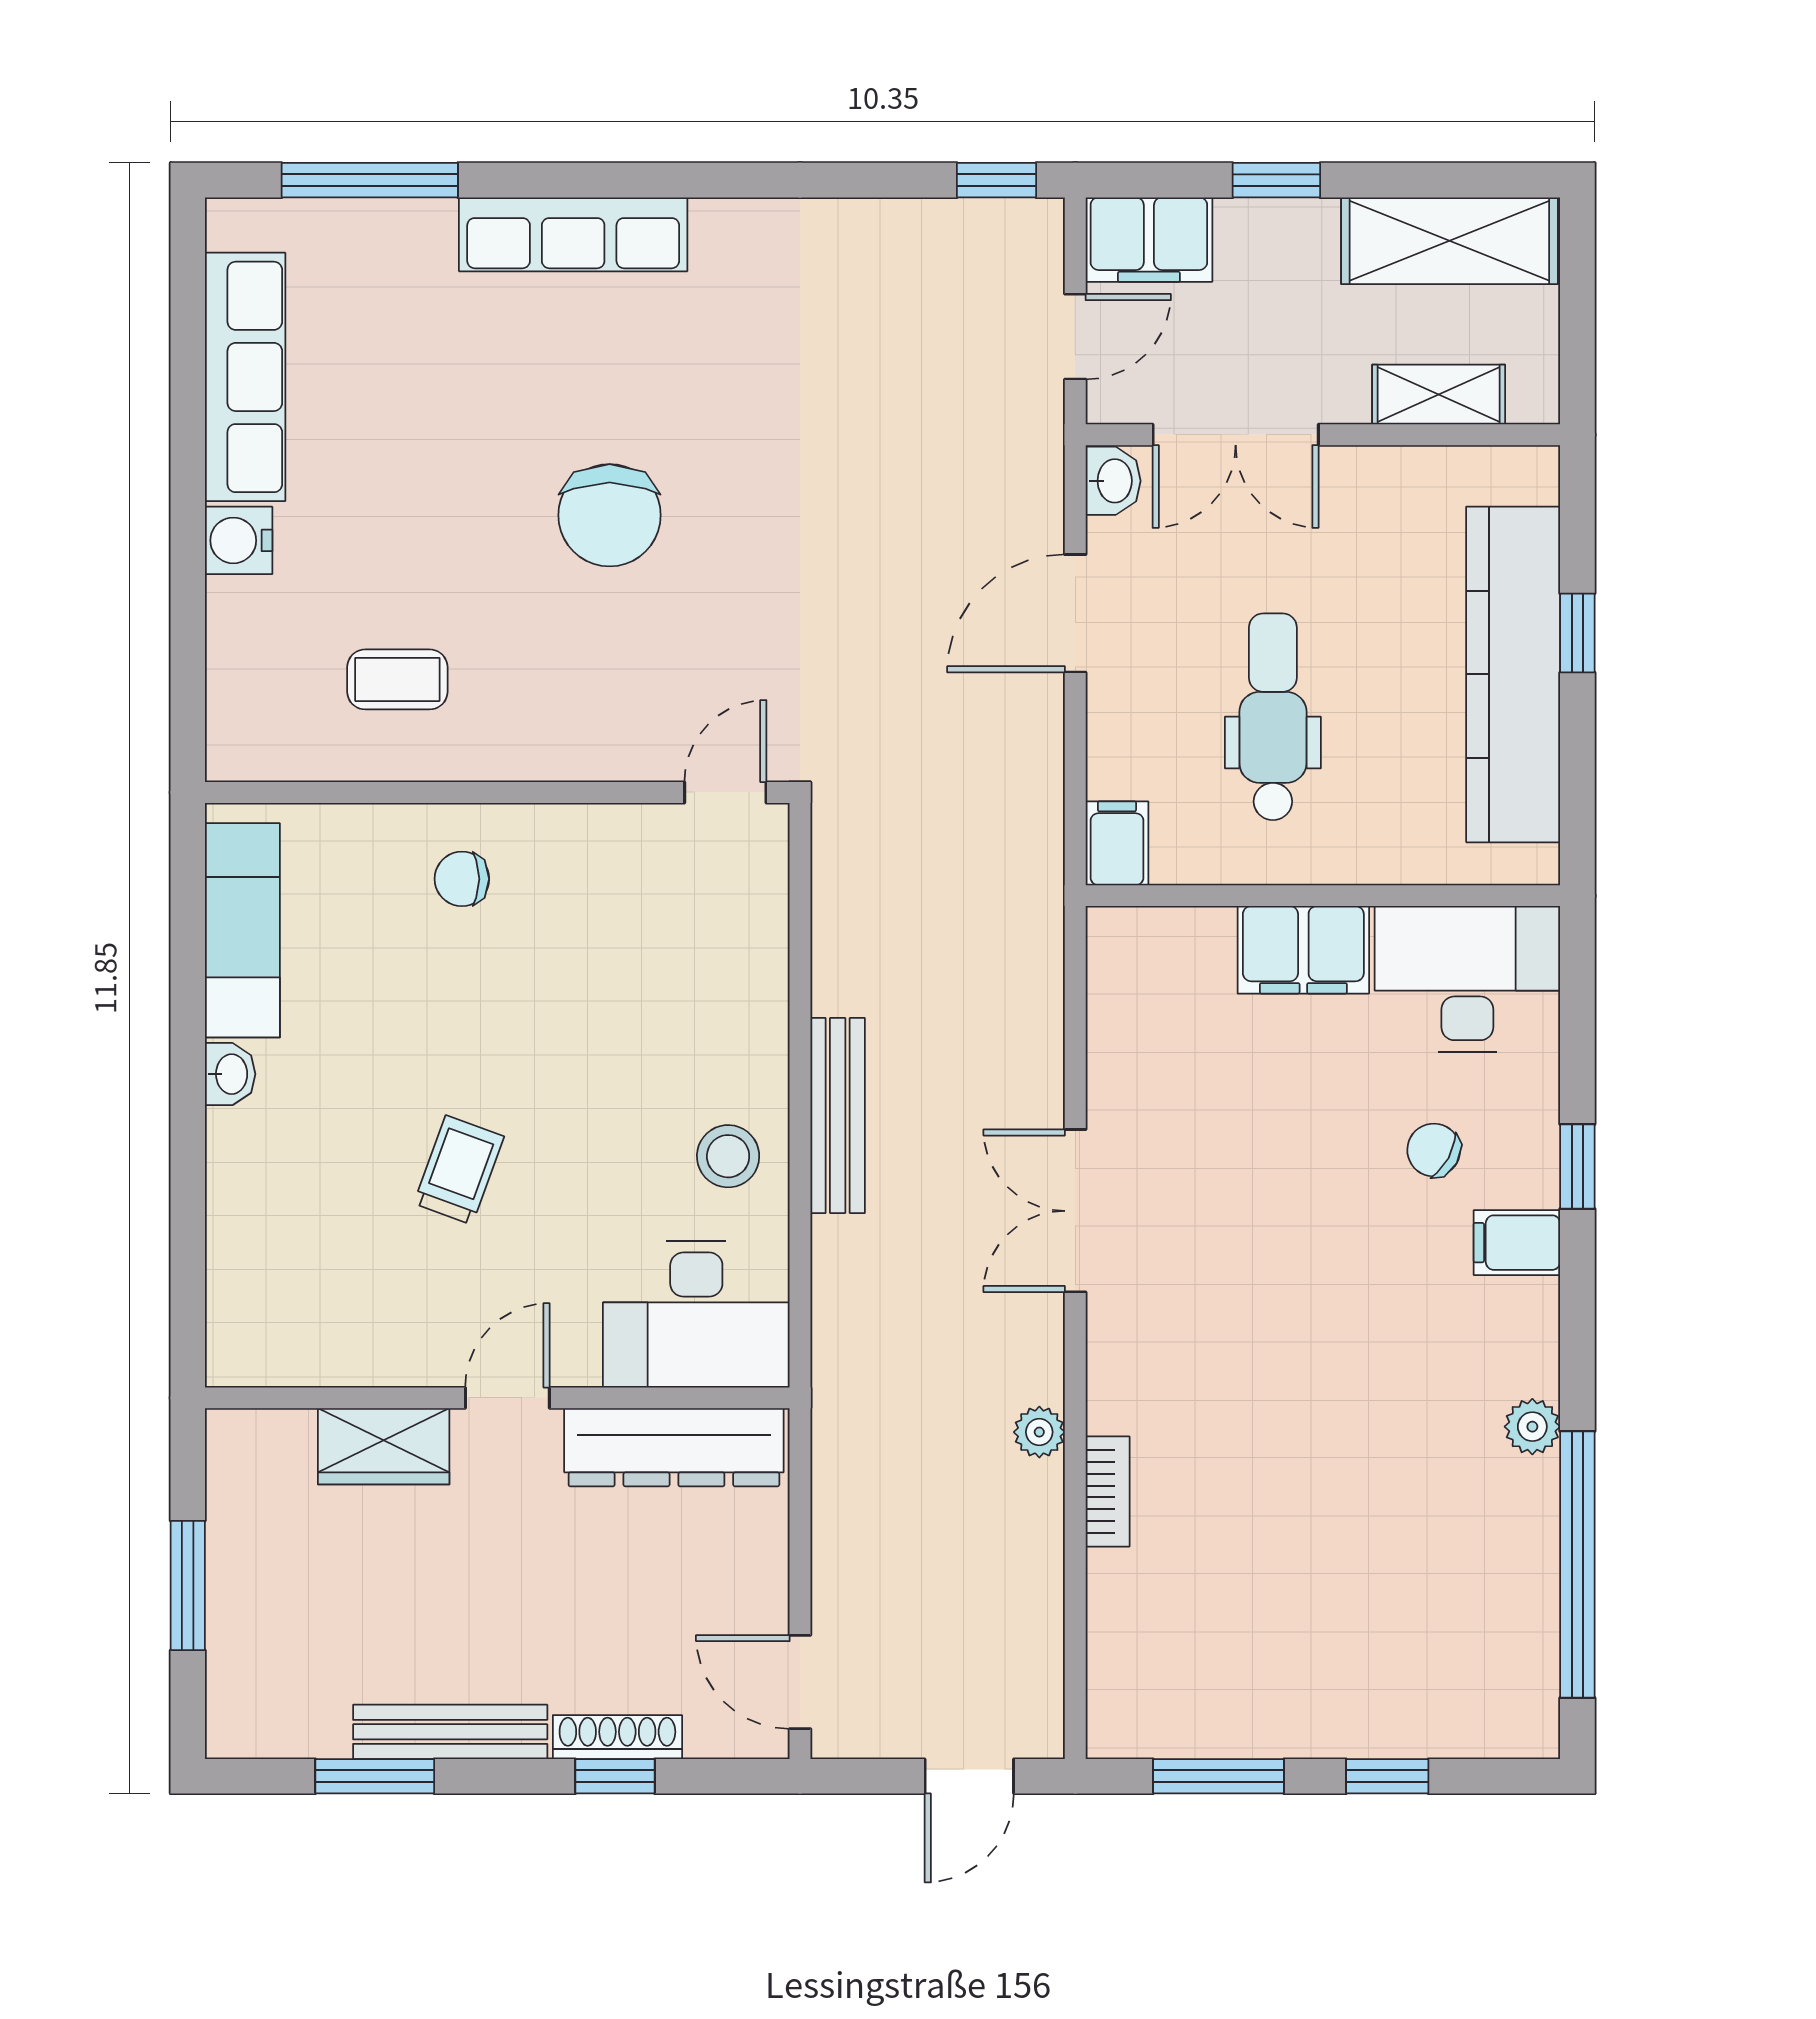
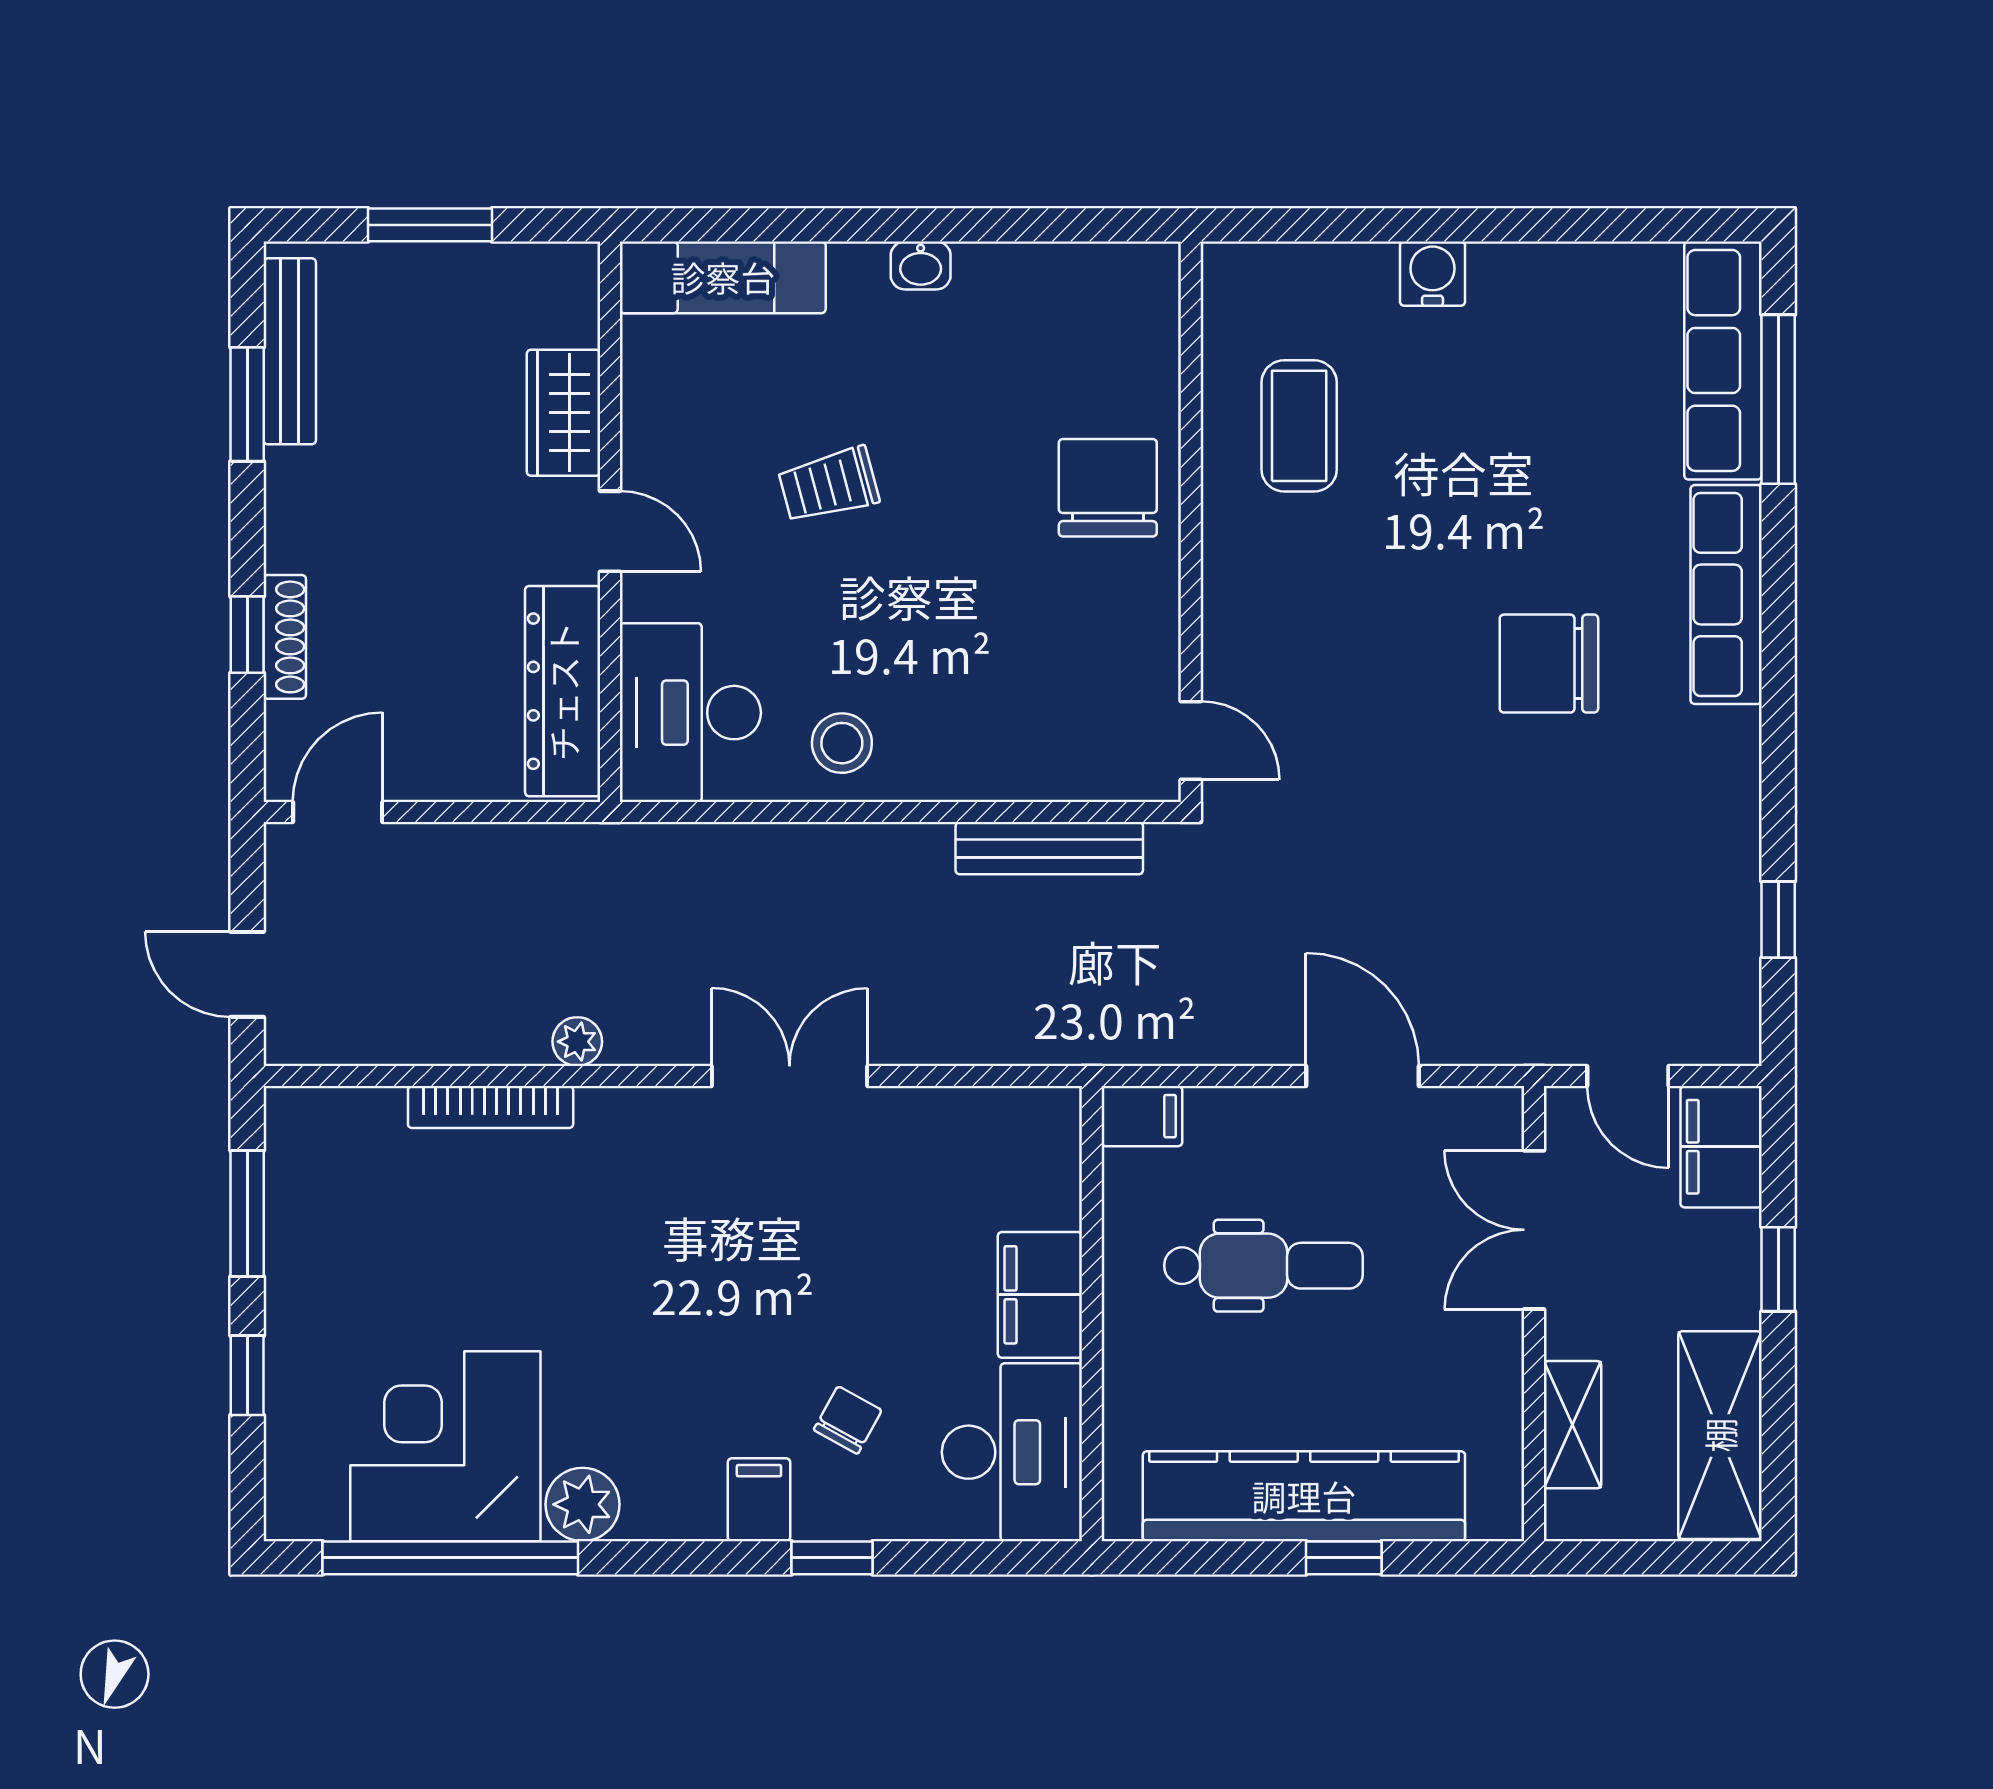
window: (997, 180) -> (1778, 920), moved
row of seats: (245, 377) -> (1723, 360), moved, turned 90
washbasin: (1113, 481) -> (1490, 1112), removed
chair: (610, 515) -> (1549, 664), moved
coffee table: (397, 679) -> (1299, 426), width x1.36, depth x1.30
chair: (462, 879) -> (1108, 488), width x1.87, depth x1.87
exam couch: (242, 930) -> (723, 277), moved
bench: (838, 1116) -> (1049, 848), moved
trolley: (459, 1170) -> (829, 485), turned 145
plant: (1532, 1427) -> (582, 1504), width x1.38, depth x1.38
bookcase: (1108, 1492) -> (491, 1107), width x1.56
corner desk: (1461, 1570) -> (445, 1446), added
bench: (450, 1732) -> (290, 351), moved

